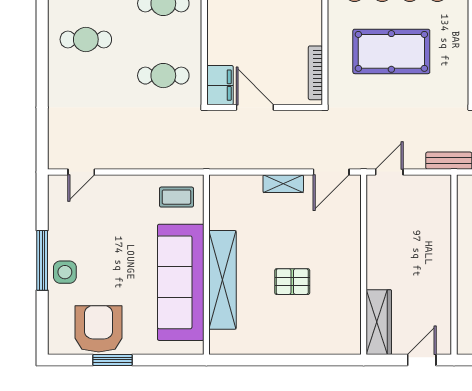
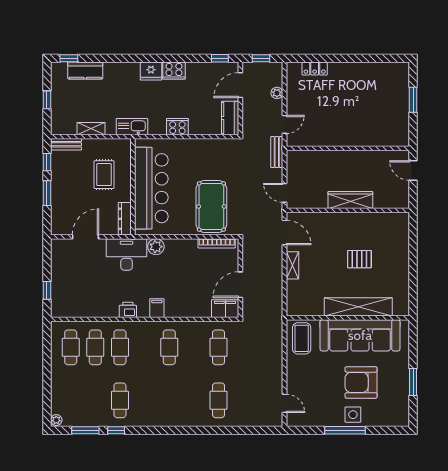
cafe table: (86, 39) -> (219, 400), moved
pool table: (391, 51) -> (211, 206), moved
coffee table: (176, 197) -> (302, 338), width x1.36, depth x1.30
pallet: (292, 282) -> (359, 259), turned 90
wardrobe: (379, 322) -> (350, 200), moved
armchair: (99, 329) -> (361, 382), moved

